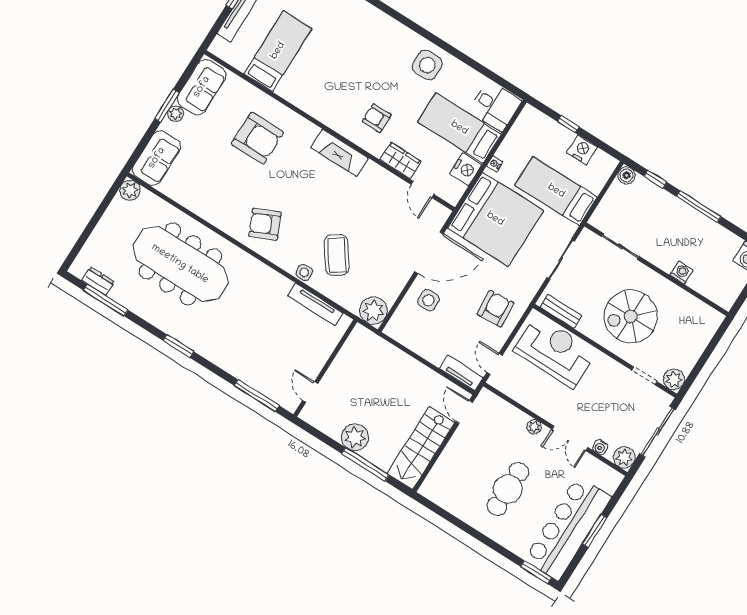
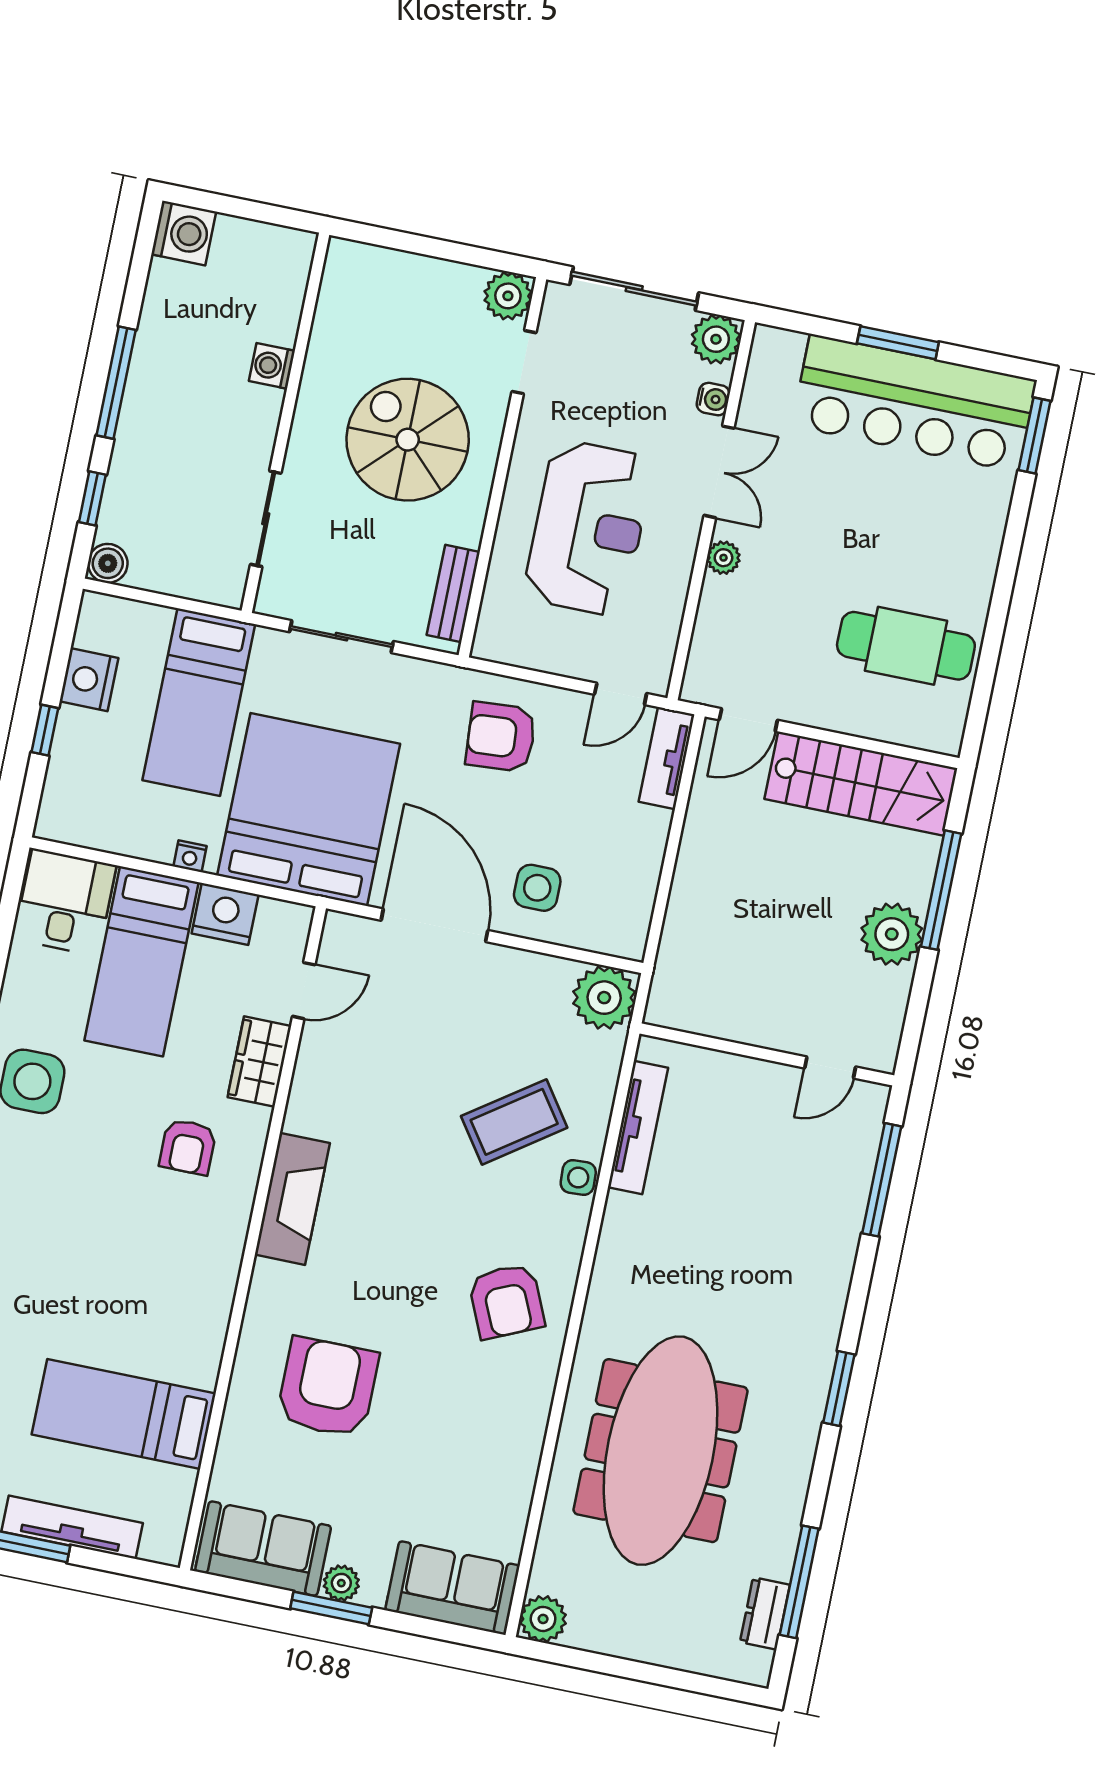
spiral stairs: (631, 316) -> (408, 440), turned 180
reception desk: (555, 351) -> (588, 528), moved, turned 180
cafe table: (508, 489) -> (906, 646), moved

